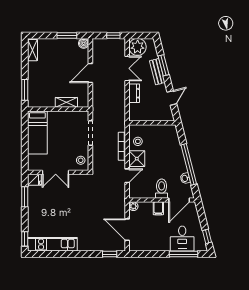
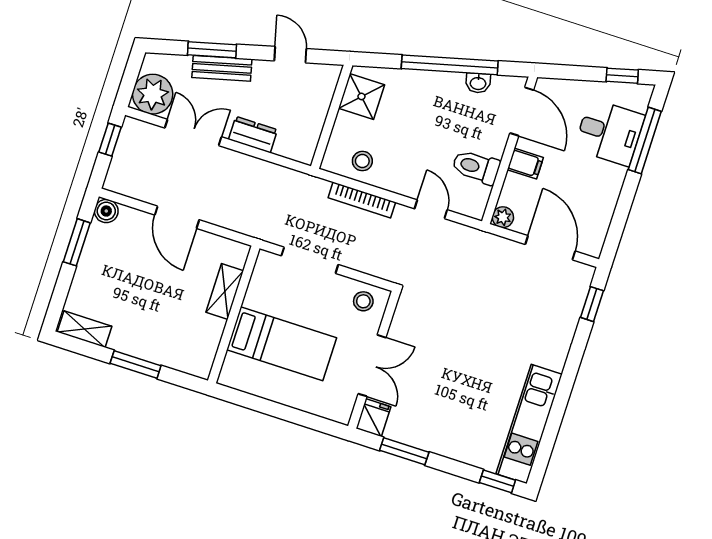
window: (25, 90) -> (136, 364), moved
bed: (37, 132) -> (282, 344), moved
shower: (137, 159) -> (361, 96), moved
toilet: (162, 189) -> (476, 167), moved
door: (127, 230) -> (550, 248), swing flipped

